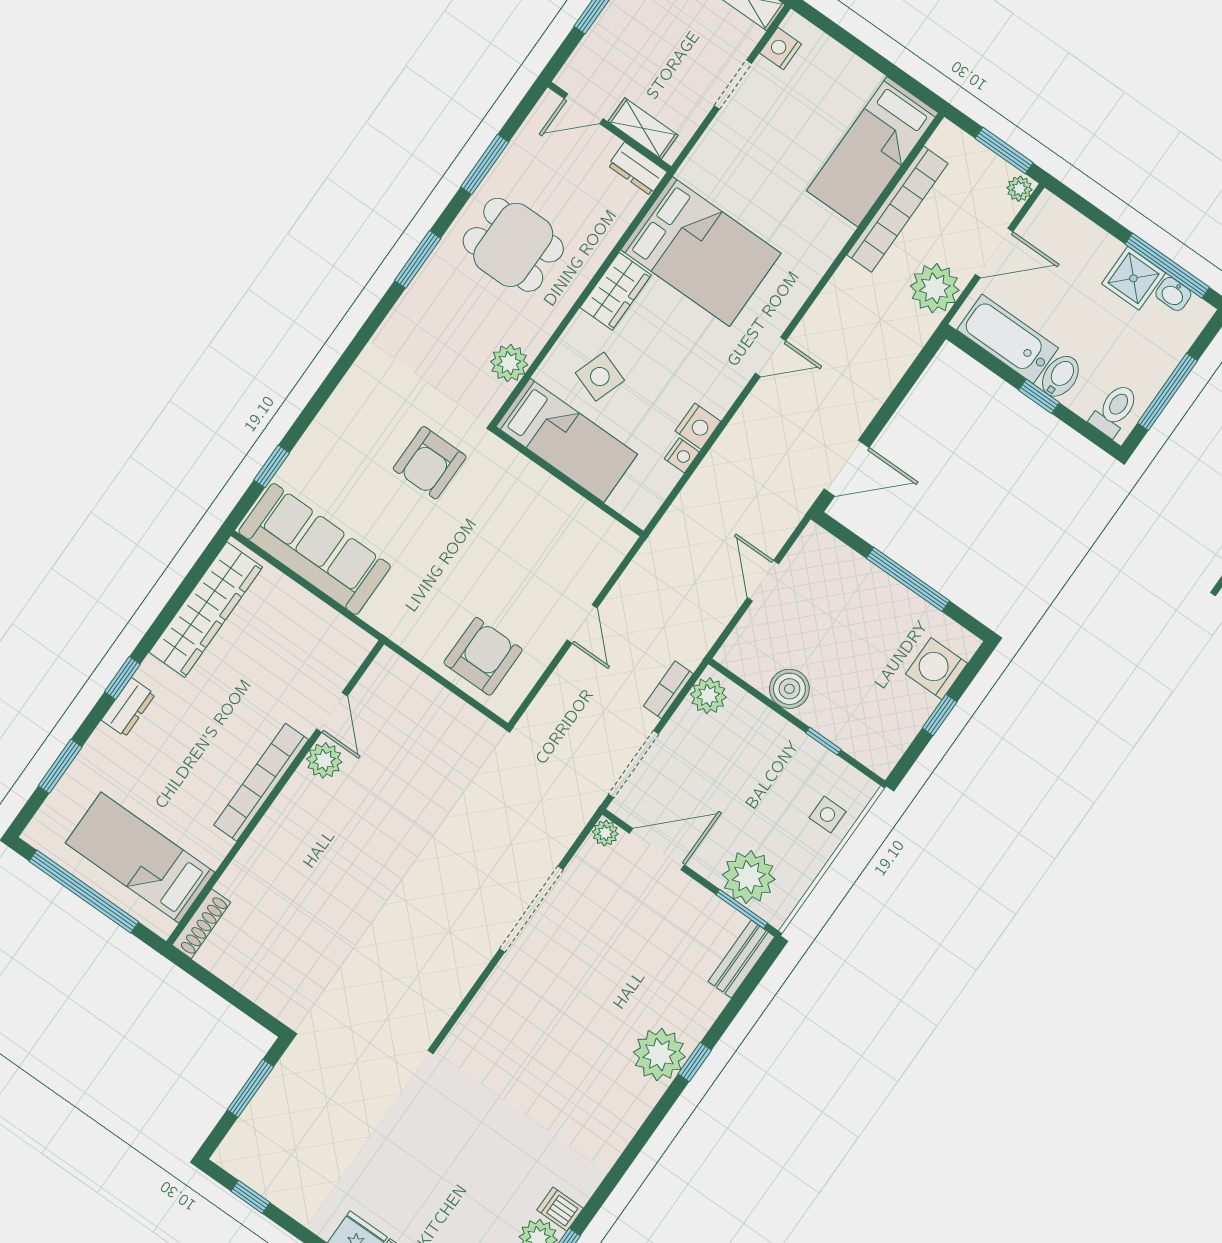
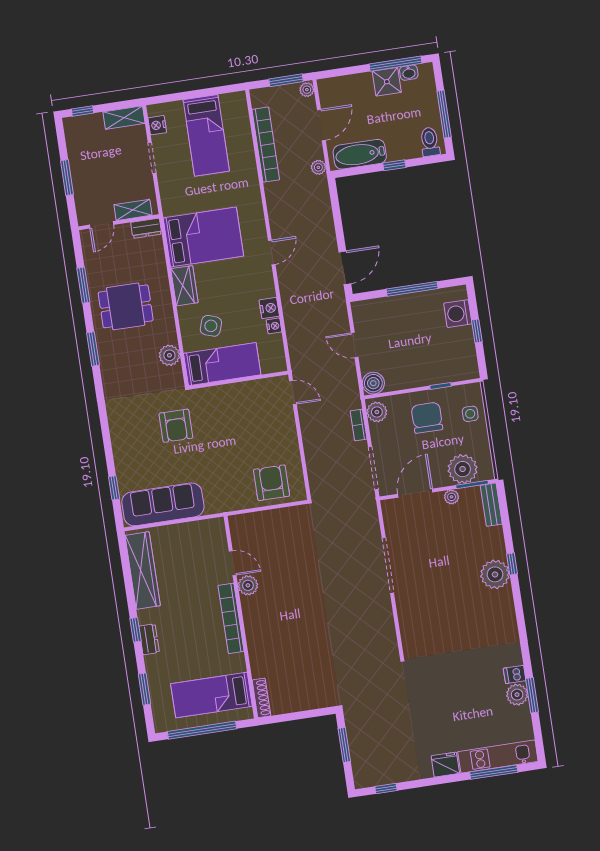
bed: (873, 152) -> (206, 135), moved
plant: (935, 288) -> (318, 167), width x0.53, depth x0.53
bidet: (1060, 376) -> (395, 149), removed
door: (582, 624) -> (293, 393), moved
boiler: (789, 689) -> (373, 383), moved
chair: (766, 766) -> (427, 418), added
plant: (605, 833) -> (452, 497), moved

